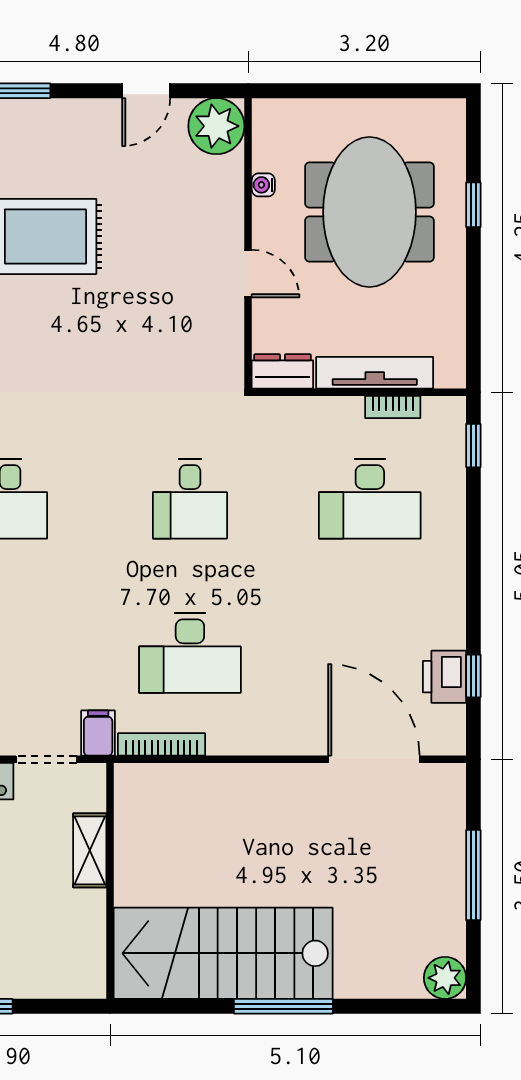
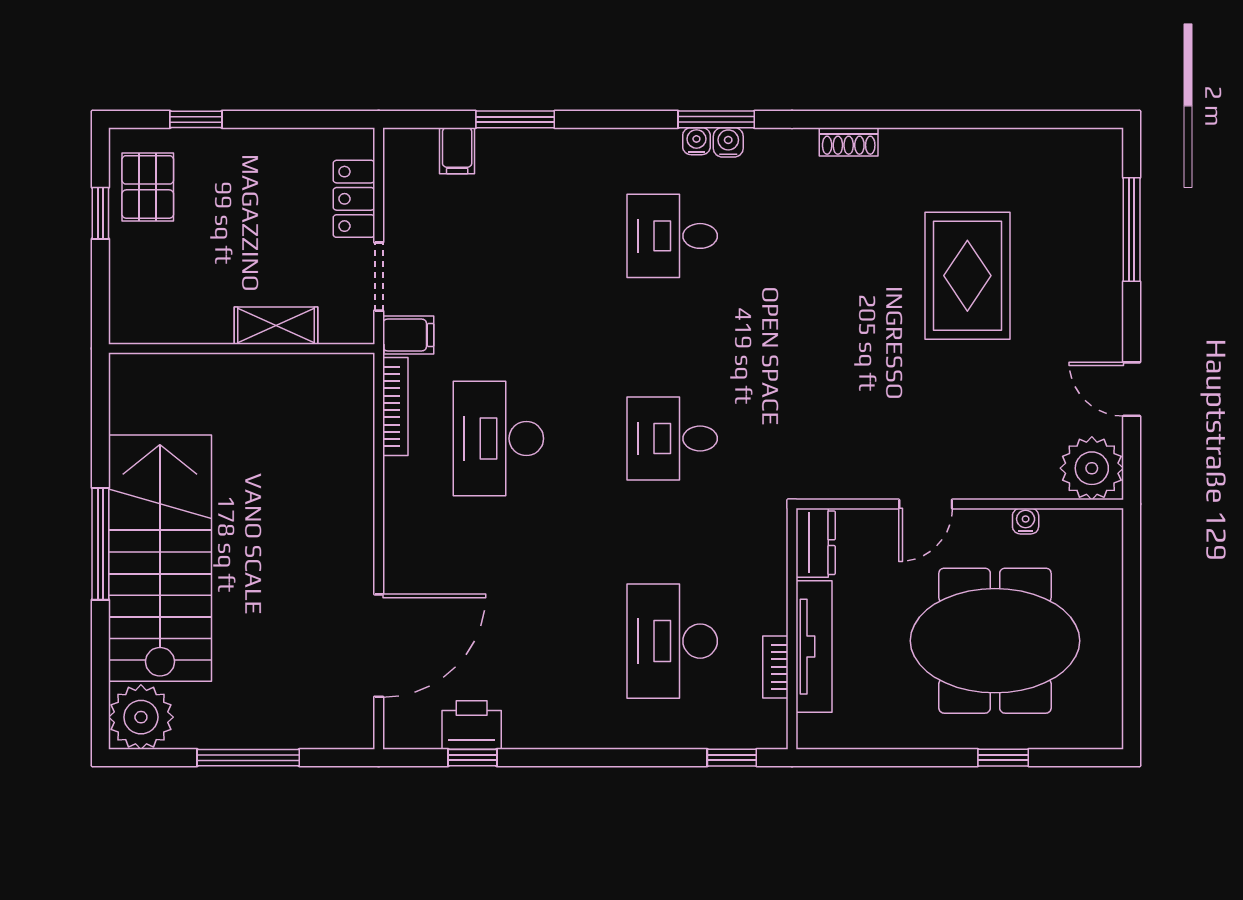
stairs: (223, 953) -> (160, 558), moved
plant: (445, 978) -> (141, 717), width x1.36, depth x1.36

